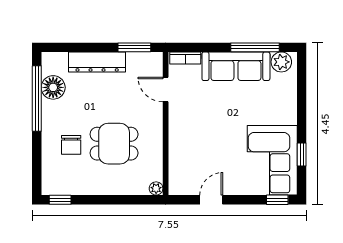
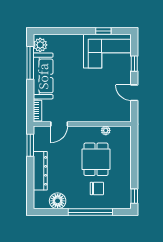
window: (37, 99) -> (90, 212), moved
plant: (156, 188) -> (106, 130), moved
window: (277, 200) -> (134, 64), moved

